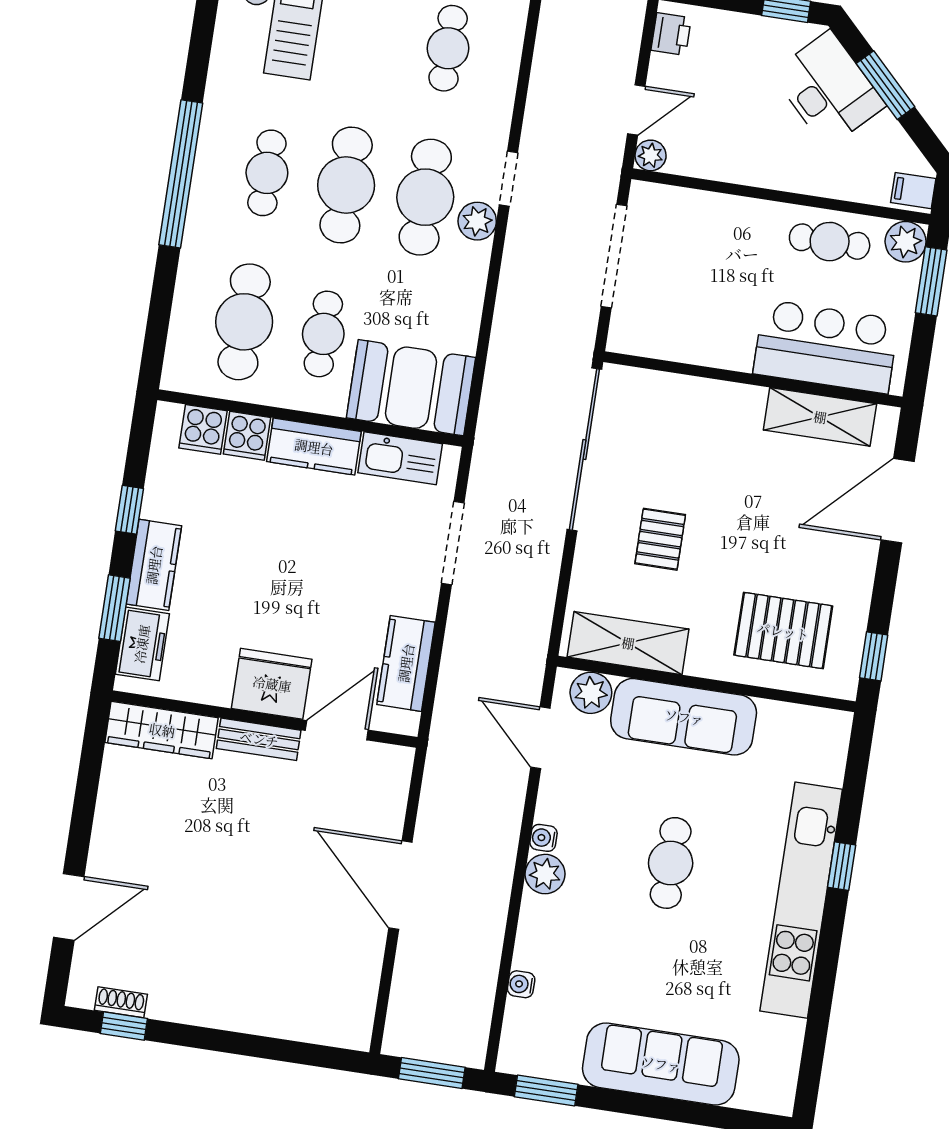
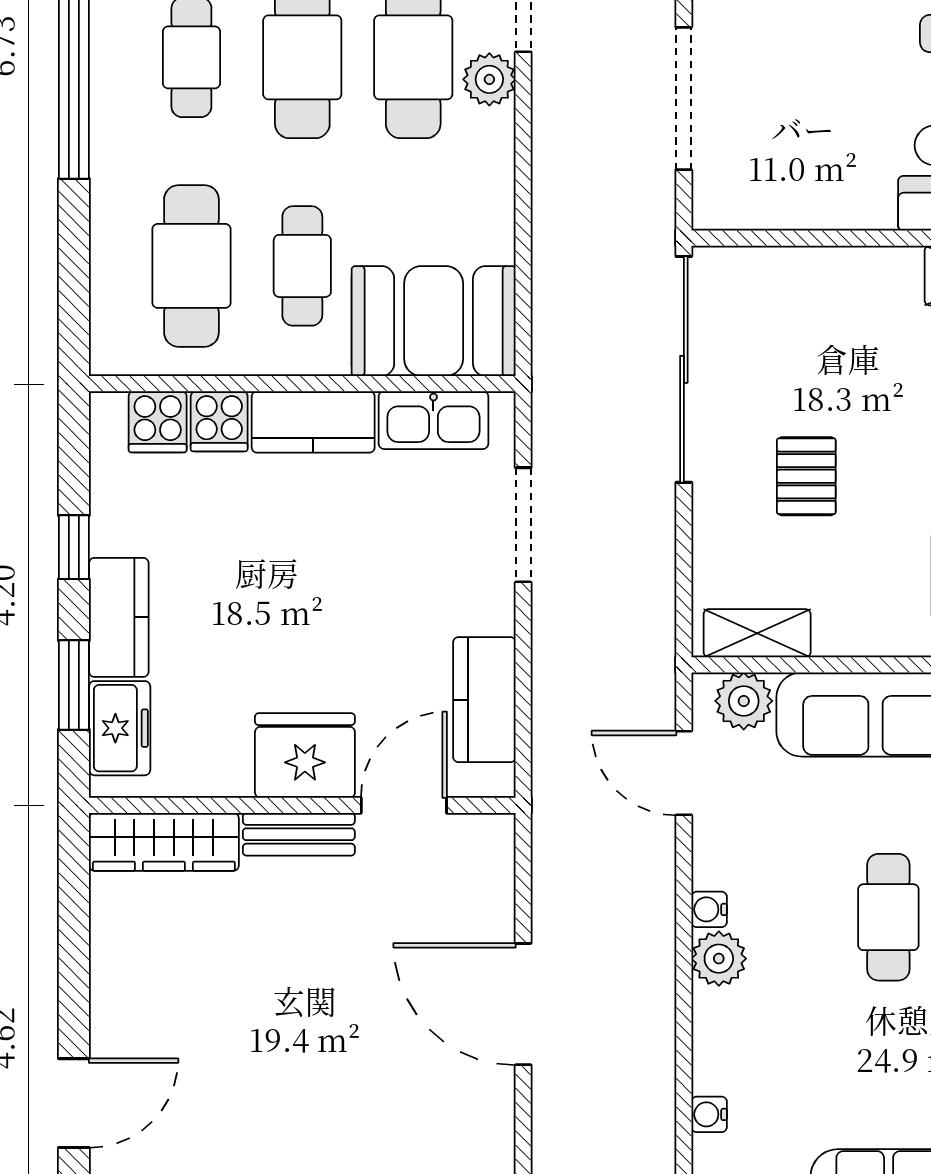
shelving: (628, 643) -> (757, 633), width x0.67, depth x0.75

